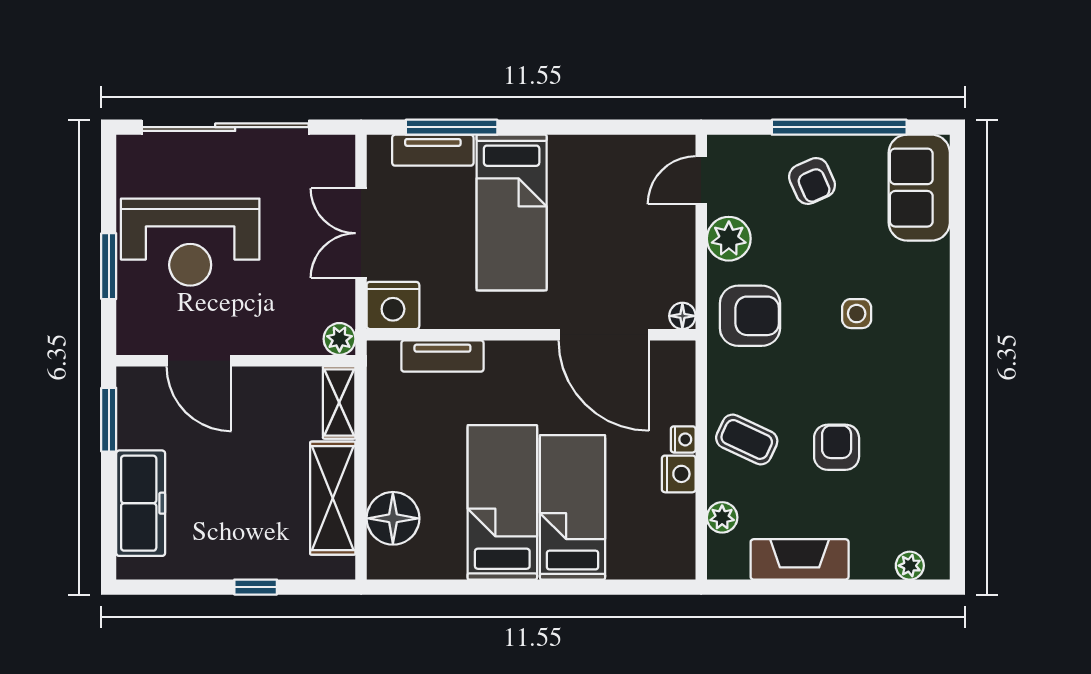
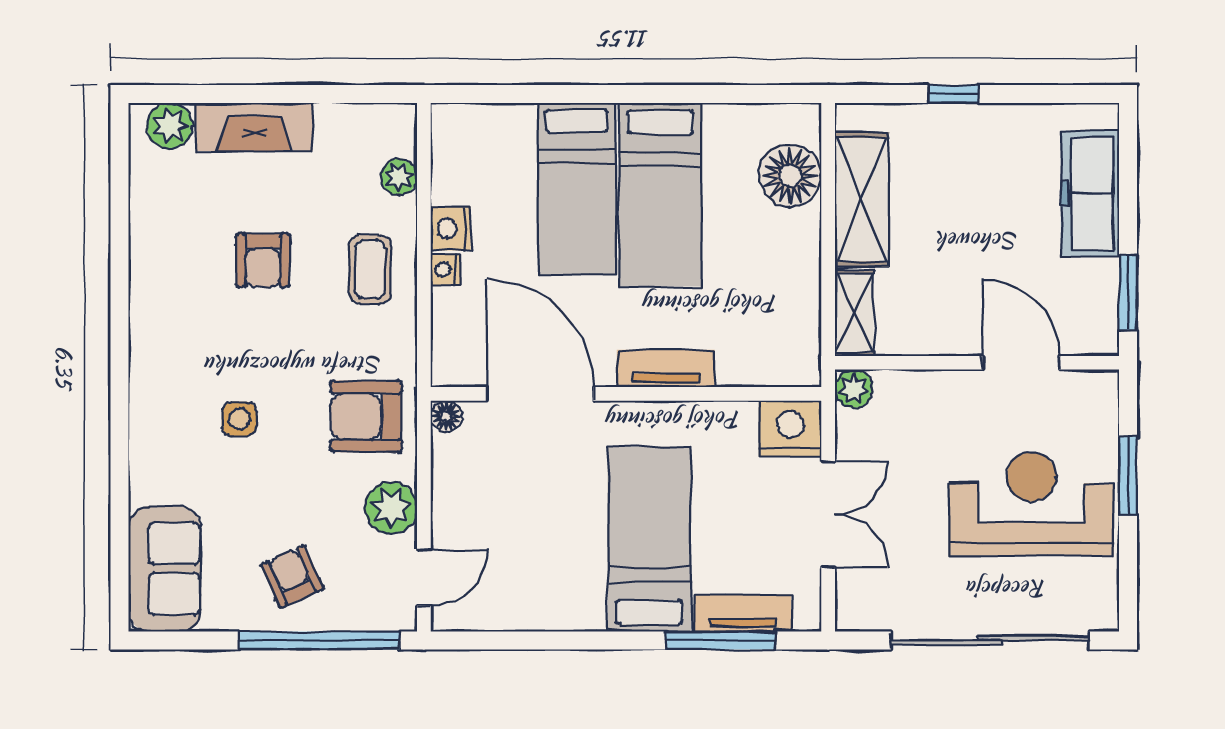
window: (839, 127) -> (319, 640), moved
tv unit: (442, 356) -> (666, 369), moved
coffee table: (747, 439) -> (370, 269), turned 65
fireplace: (800, 559) -> (254, 127), moved
plant: (910, 566) -> (170, 126), width x1.38, depth x1.38

